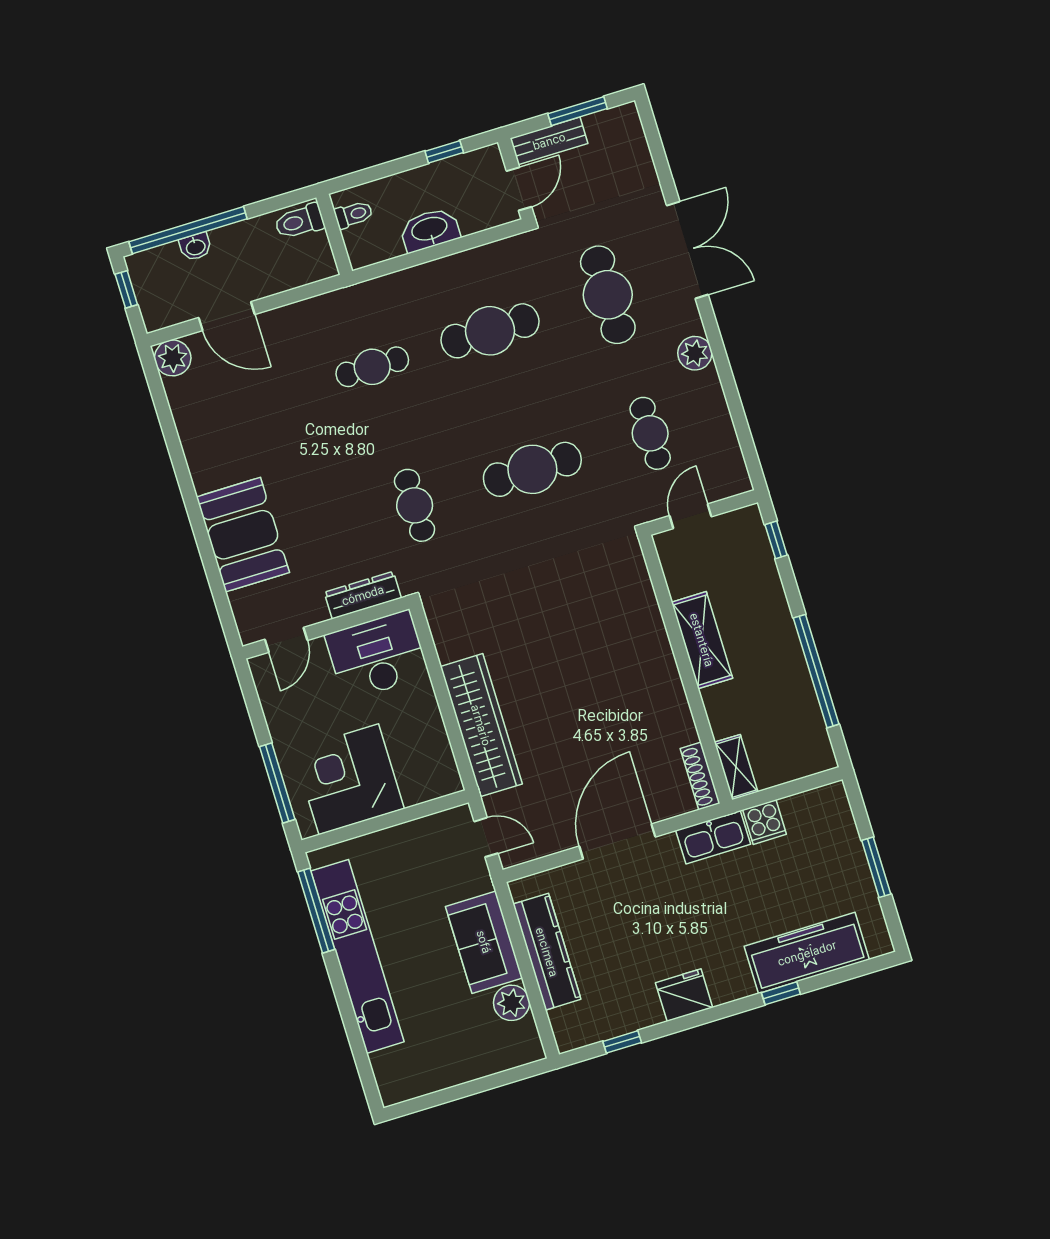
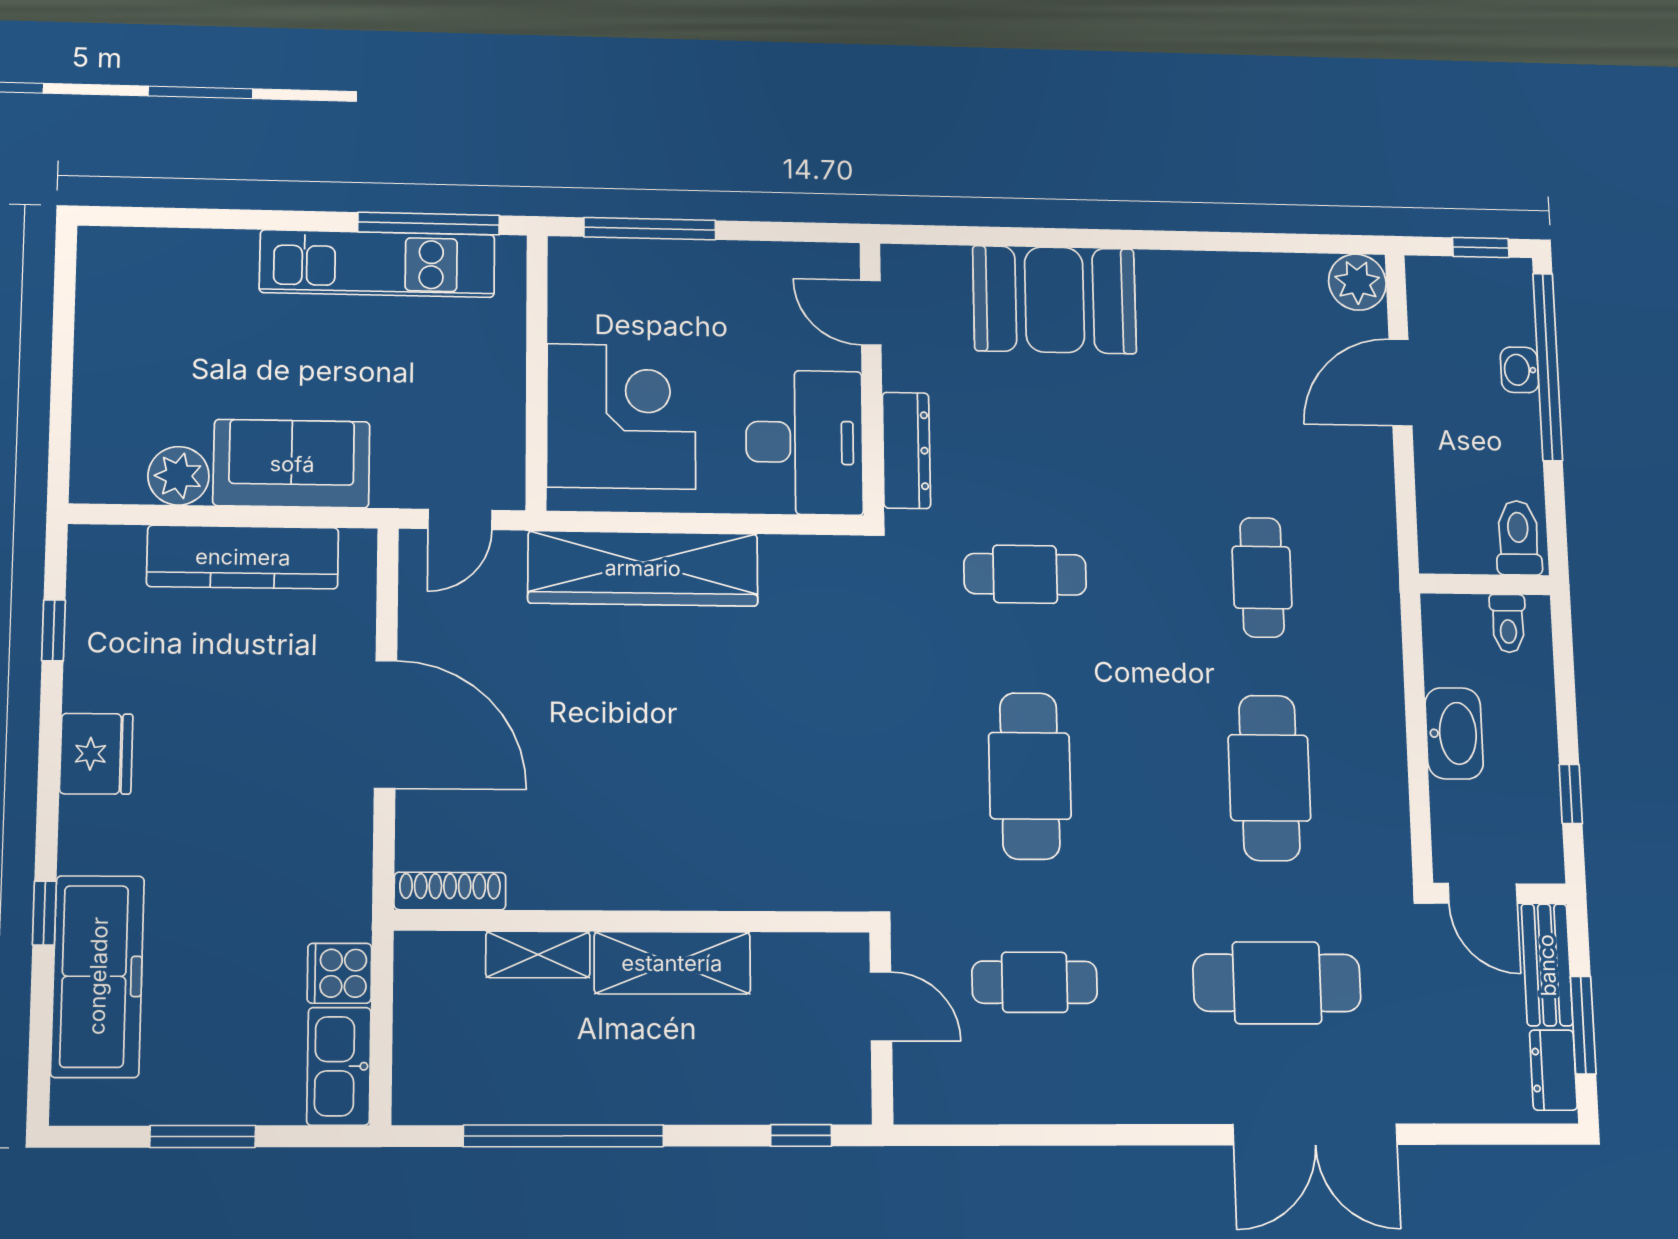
dresser: (609, 122) -> (1553, 1070), added
plant: (695, 353) -> (1145, 1095), removed
shelving: (736, 767) -> (538, 955), moved
corner desk: (349, 779) -> (621, 416), moved
kitchen sink: (713, 837) -> (339, 1066), moved
kitchen unit: (357, 956) -> (377, 264), width x0.73

